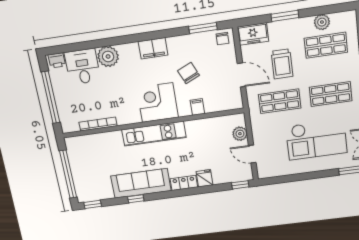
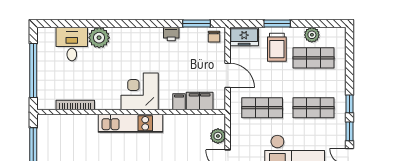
filing cabinet: (153, 48) -> (200, 101), moved, turned 180
printer: (57, 60) -> (171, 34), moved
trolley: (282, 64) -> (277, 47), moved
chair: (188, 73) -> (176, 66), removed

